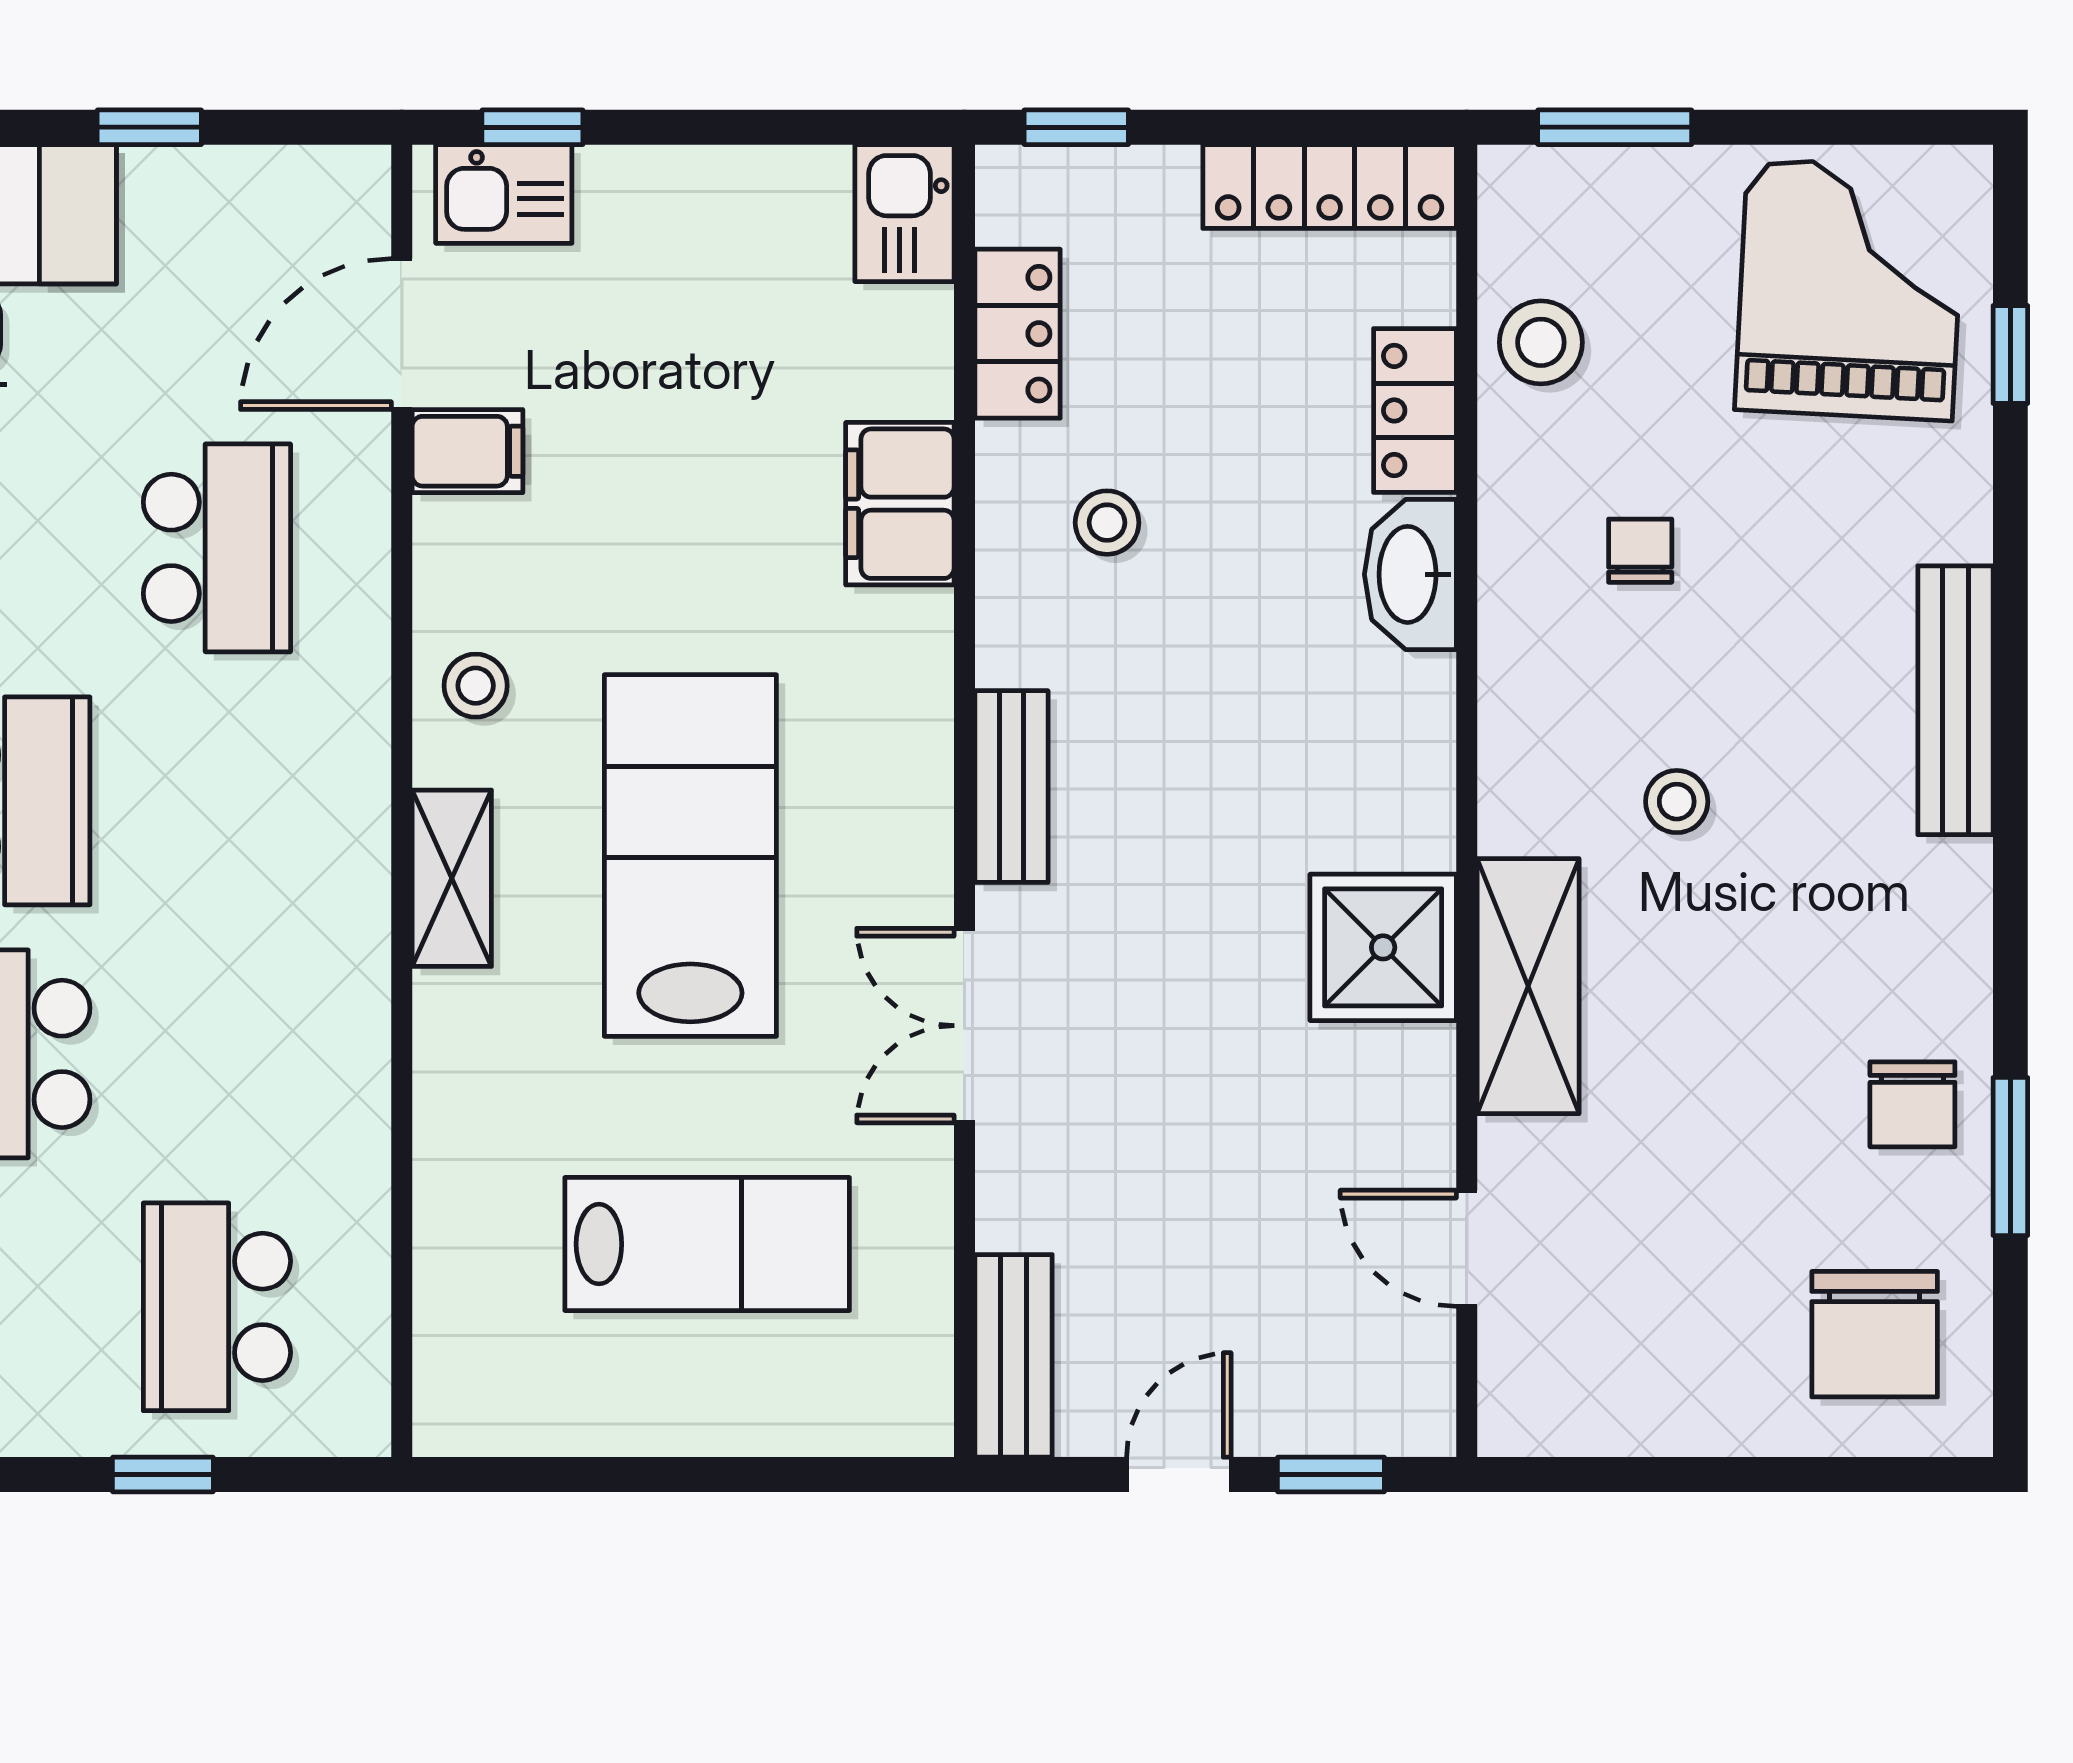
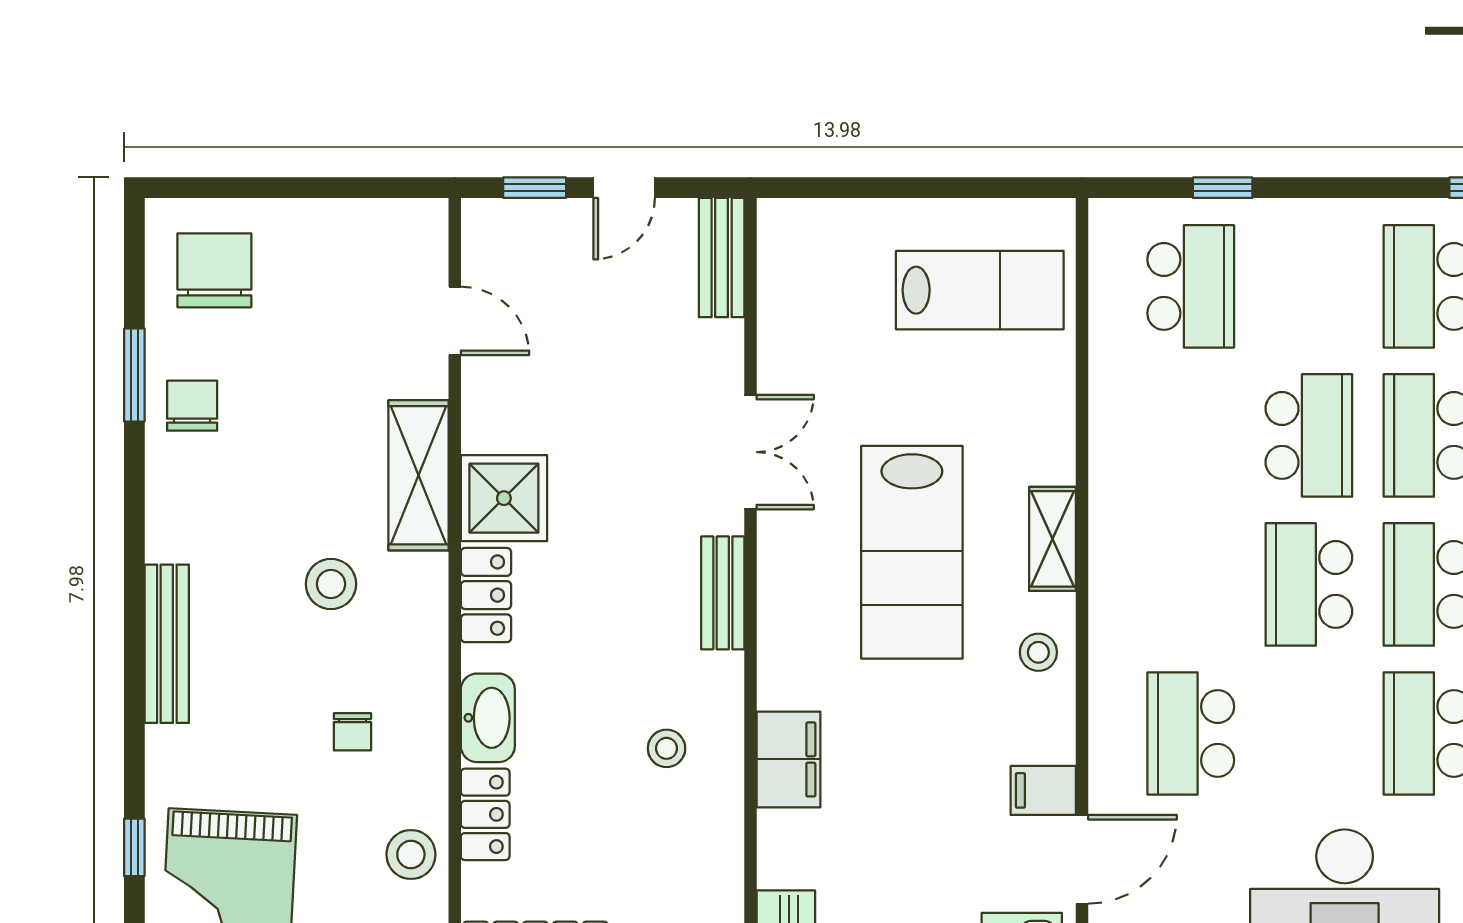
locker: (1018, 334) -> (486, 595), moved, turned 180
stool: (1677, 802) -> (331, 584), width x1.37, depth x1.37
lab bench: (707, 1244) -> (980, 290), moved, turned 180

